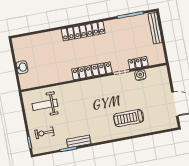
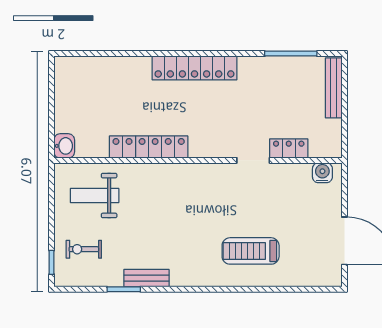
washbasin: (22, 67) -> (64, 146), moved
locker: (92, 71) -> (149, 147), moved
water cooler: (140, 75) -> (322, 173), moved

